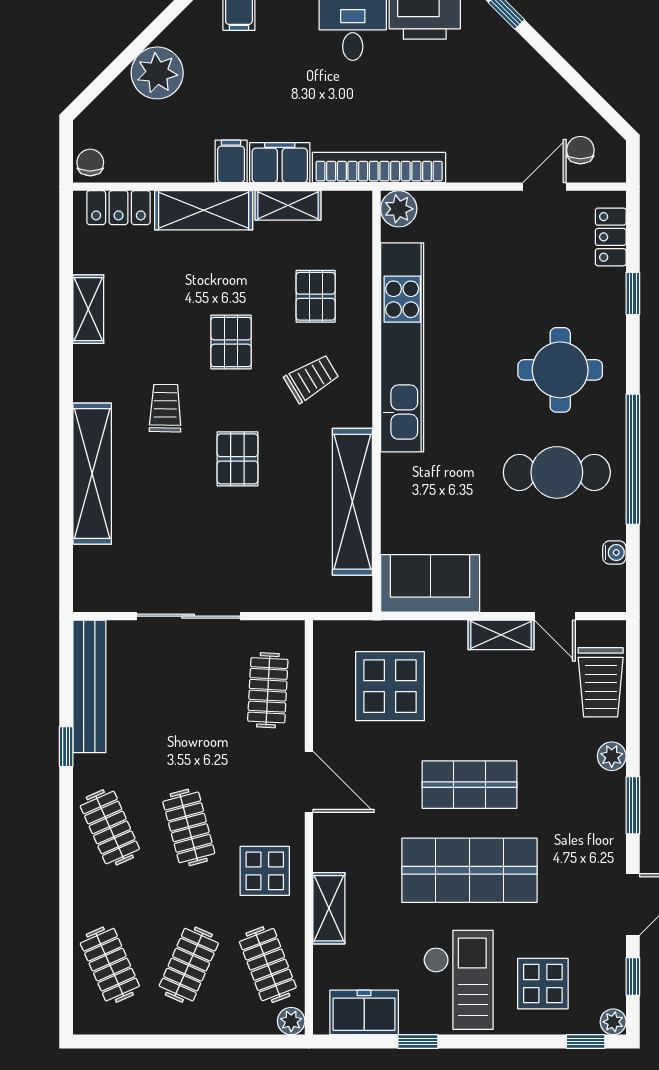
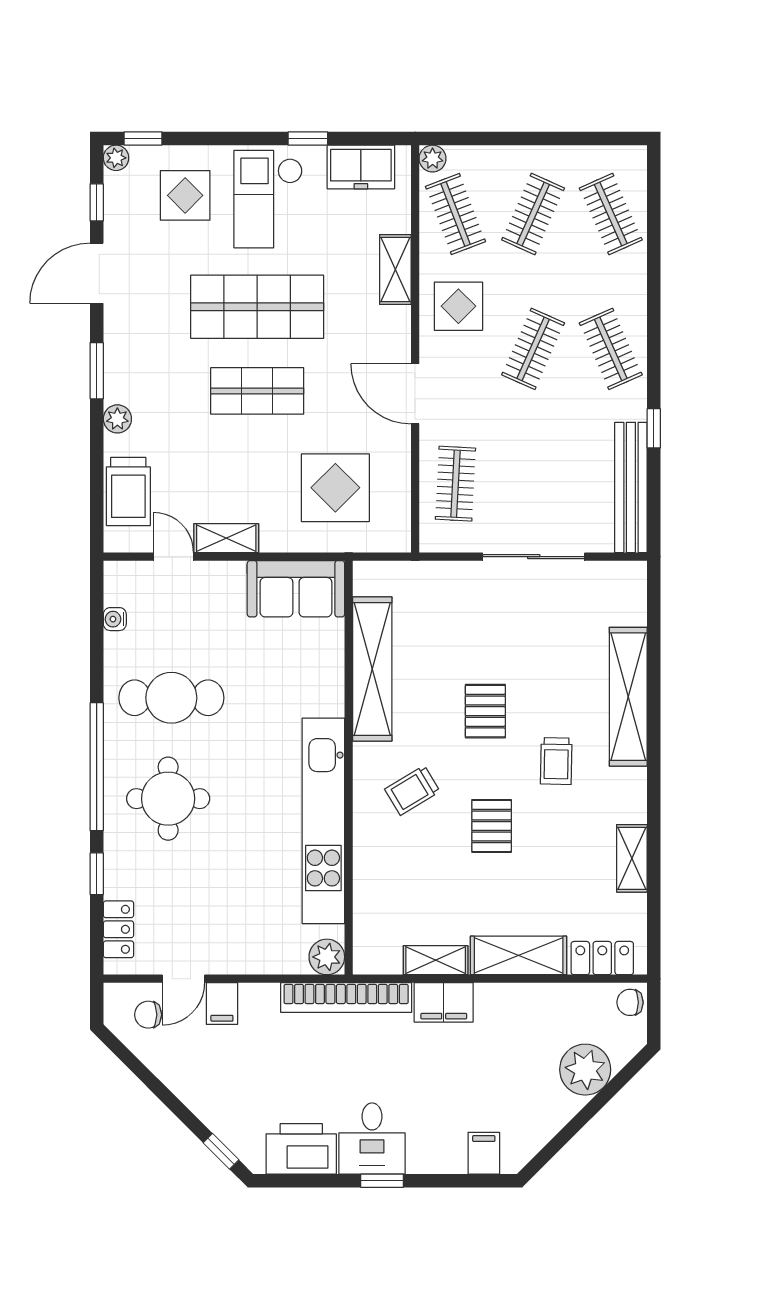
plant: (157, 73) -> (585, 1070), moved
chair: (580, 150) -> (148, 1015), turned 90
filing cabinet: (231, 161) -> (222, 1004), moved
chair: (90, 163) -> (630, 1002), turned 90
pallet: (316, 296) -> (409, 871), removed
window: (633, 459) -> (97, 767), moved
trolley: (601, 682) -> (128, 492), turned 180
clothes rail: (189, 827) -> (533, 349), turned 39

